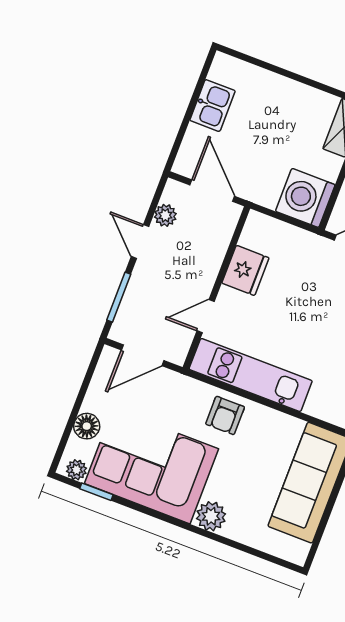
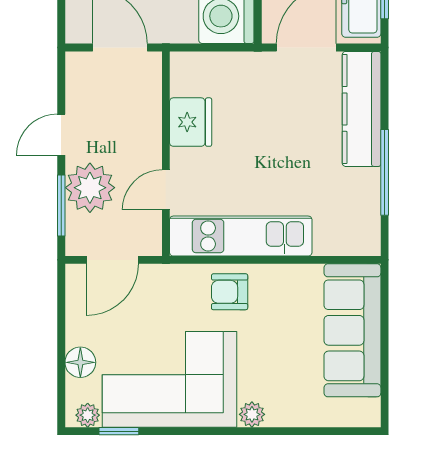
plant: (165, 215) -> (90, 188), moved, width x1.88, depth x1.88
door: (140, 242) -> (61, 135), hinge flipped
armchair: (225, 415) -> (230, 292), turned 90
plant: (211, 516) -> (252, 414), width x0.73, depth x0.73

